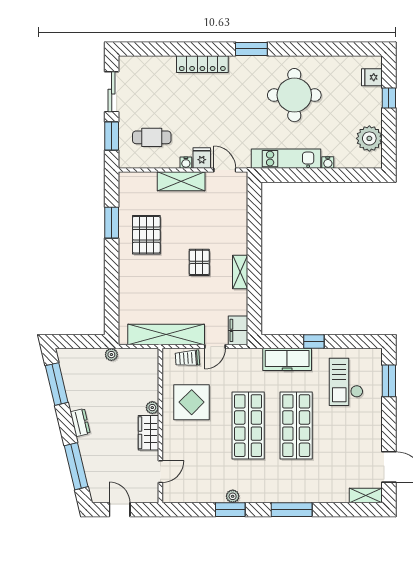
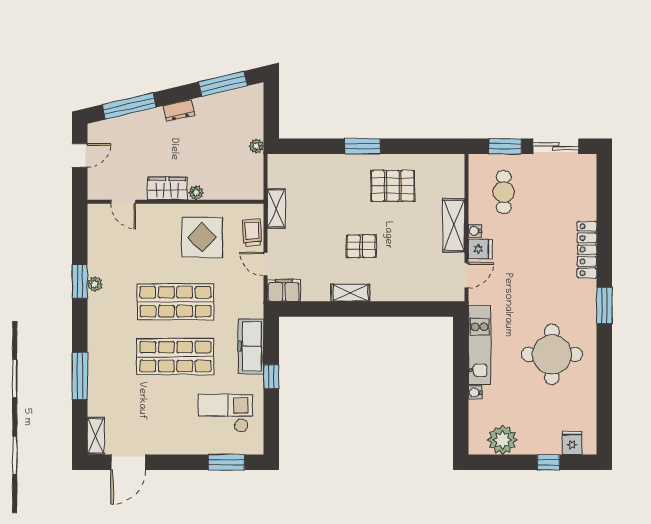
window: (112, 223) -> (363, 146), moved
shelving: (166, 334) -> (276, 209), width x0.45, depth x0.75
window: (292, 510) -> (80, 376), moved

